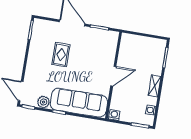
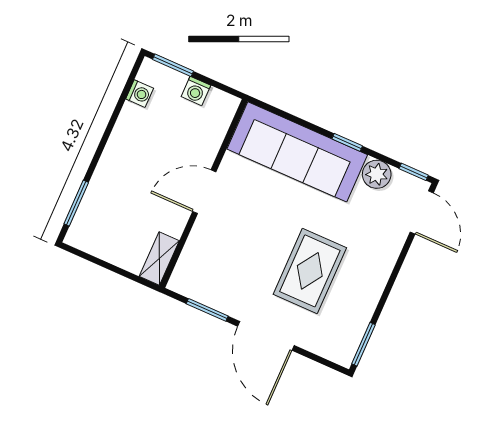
rug: (61, 55) -> (310, 271), width x1.36, depth x1.43
shelving: (155, 86) -> (159, 258), moved
washing machine: (114, 115) -> (196, 91), moved

